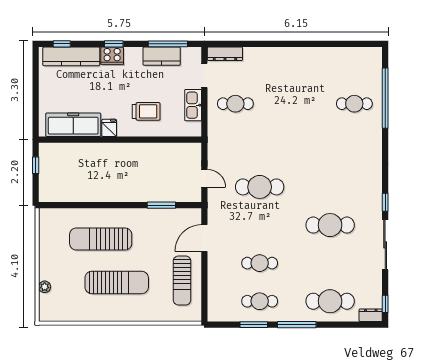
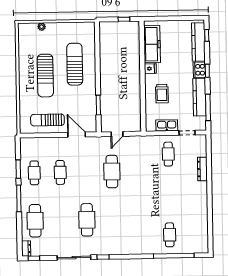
dresser: (225, 54) -> (202, 169), moved
kitchen counter: (162, 56) -> (200, 97), width x1.50

